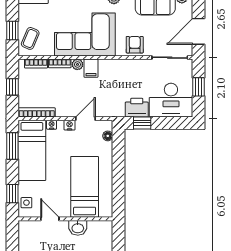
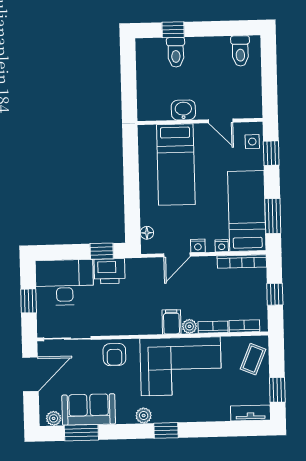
window: (12, 31) -> (277, 390), moved

